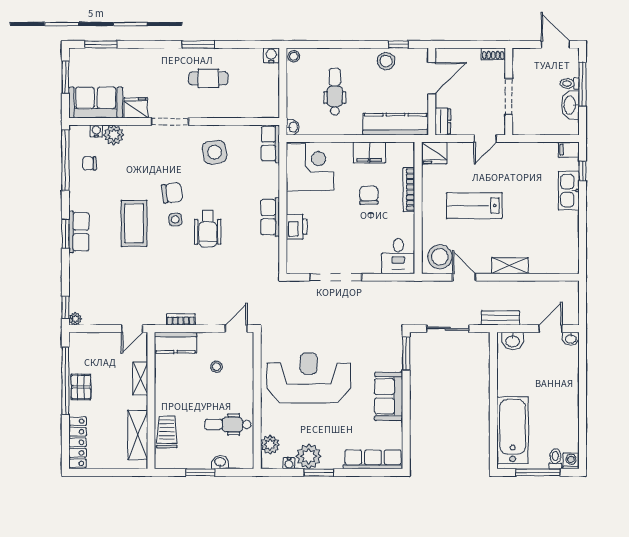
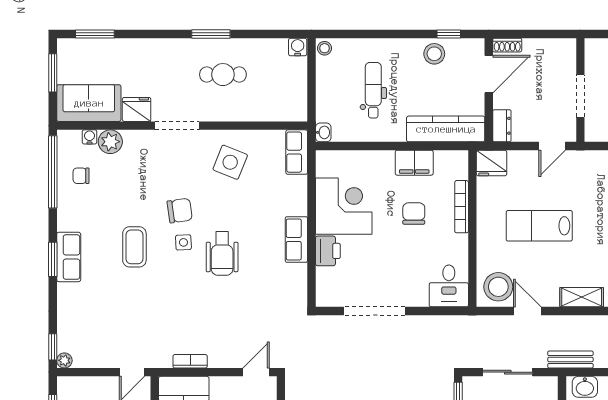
shoe rack: (493, 54) -> (507, 45), moved
side table: (215, 152) -> (230, 162), turned 32
corner desk: (310, 167) -> (344, 206), moved
coffee table: (134, 223) -> (134, 247), width x0.73, depth x0.76

